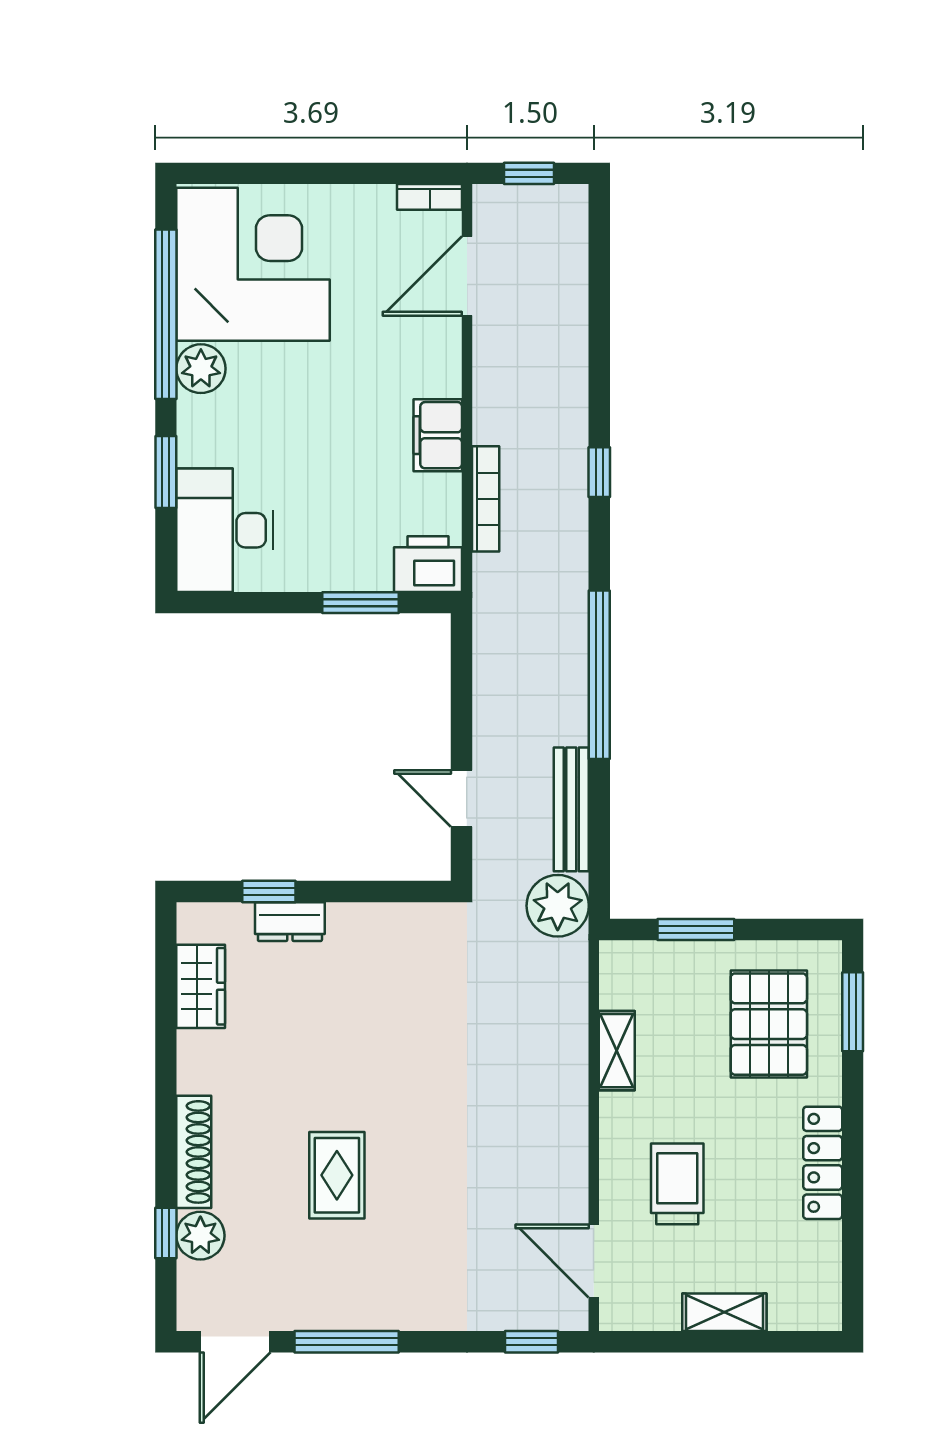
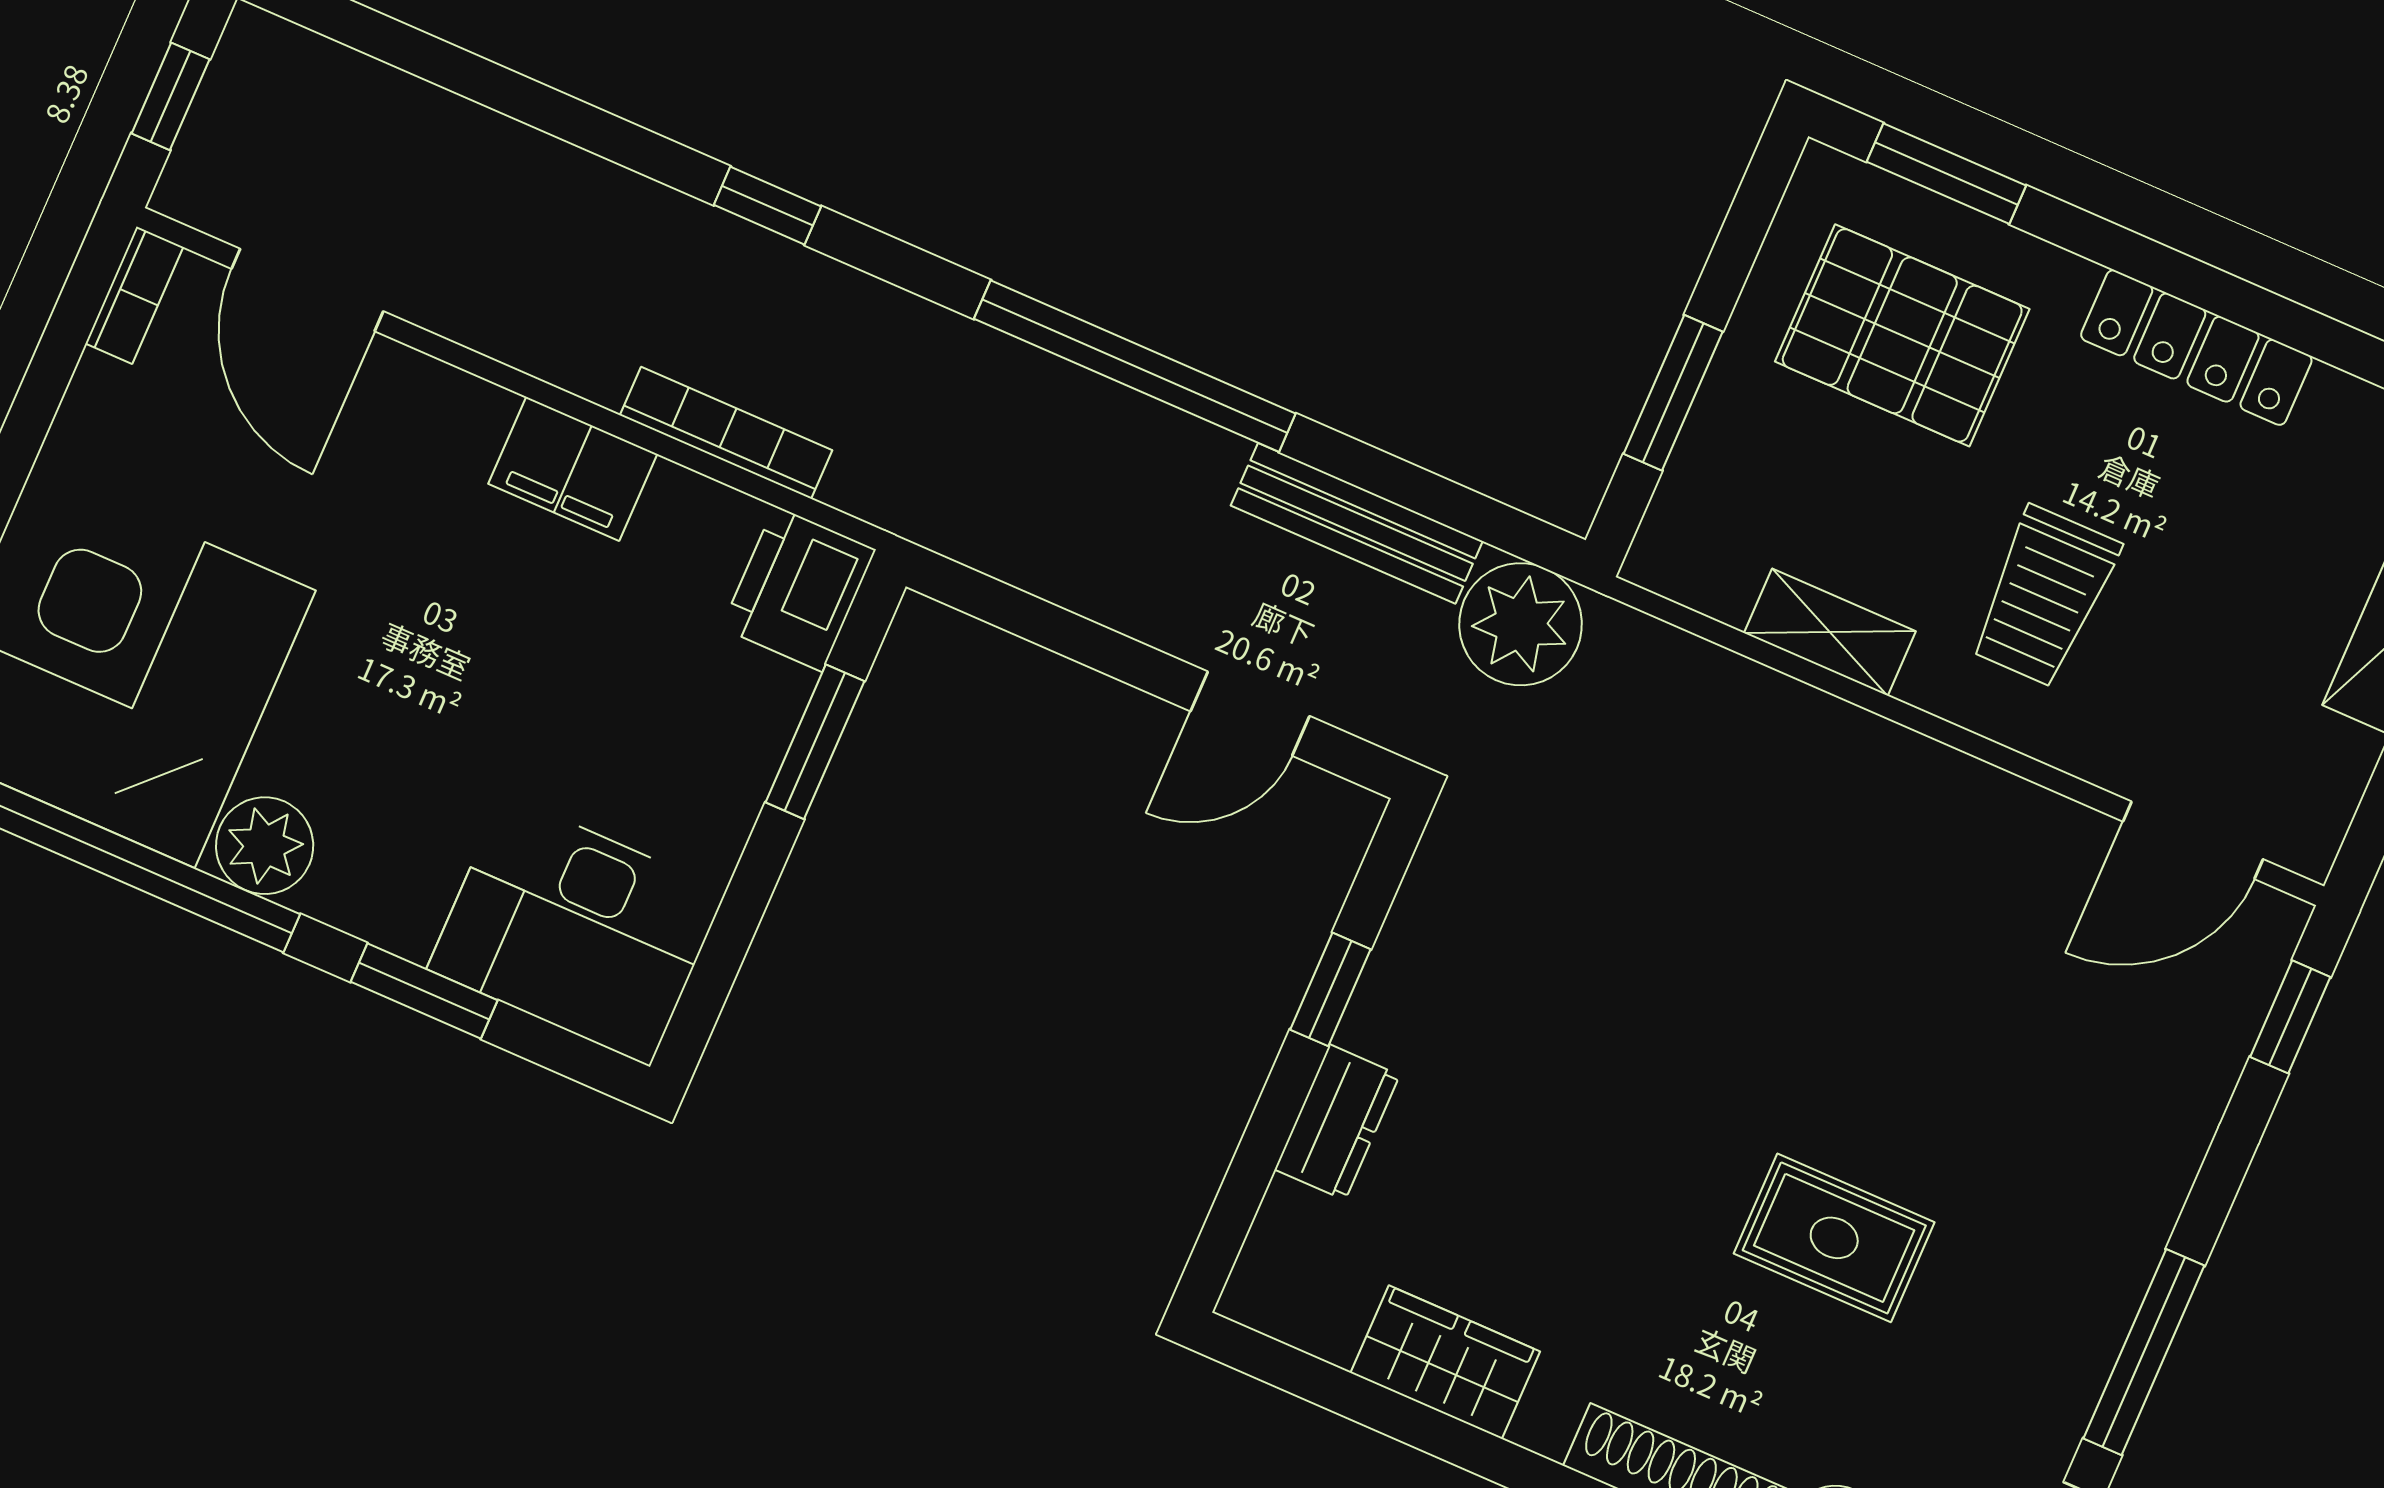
window: (269, 892) -> (1330, 989), moved
wardrobe: (201, 986) -> (1445, 1362), moved
trolley: (677, 1184) -> (2044, 597), moved, turned -90

